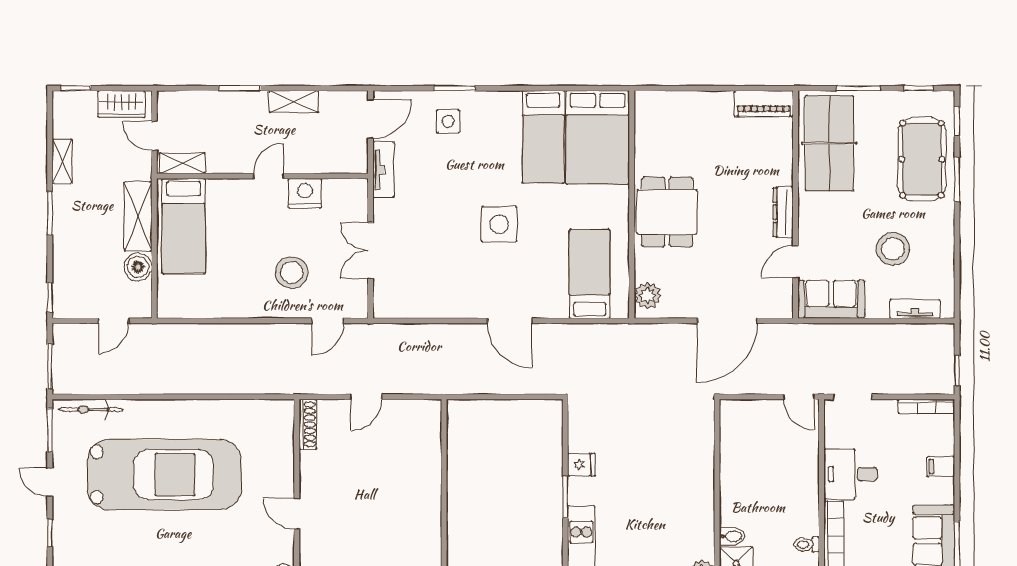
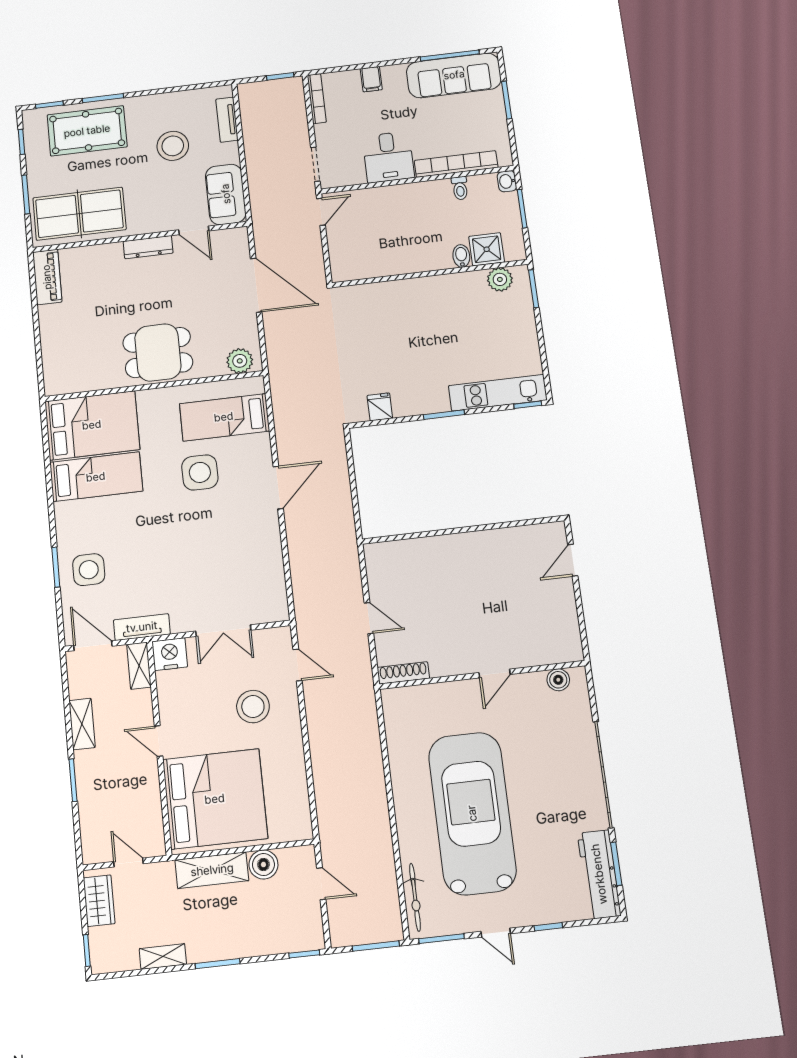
side table: (448, 121) -> (89, 570), width x1.37, depth x1.37
door: (154, 136) -> (128, 863), swing flipped
shelving: (182, 163) -> (139, 666), moved
nightstand: (305, 193) -> (170, 654), moved, turned 90
side table: (499, 224) -> (200, 472), moved
bed: (184, 226) -> (215, 799), width x2.04
fridge: (581, 465) -> (380, 407), moved
door: (50, 482) -> (496, 933), hinge flipped

